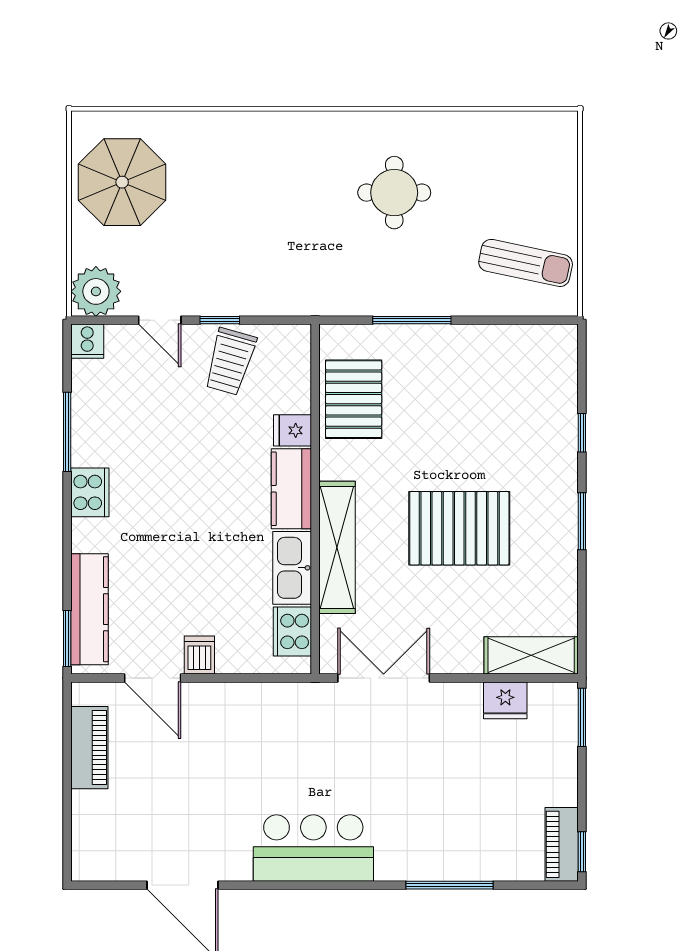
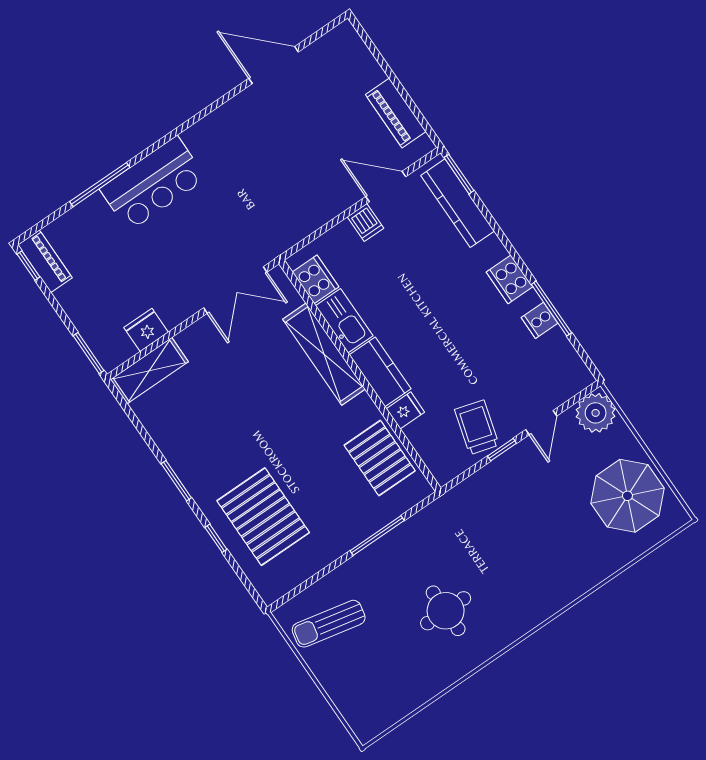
door: (160, 320) -> (541, 423), swing flipped
cooker: (87, 341) -> (539, 320), moved, turned -90
pallet: (459, 528) -> (263, 517), moved, turned 90
bar counter: (313, 848) -> (153, 184), moved

